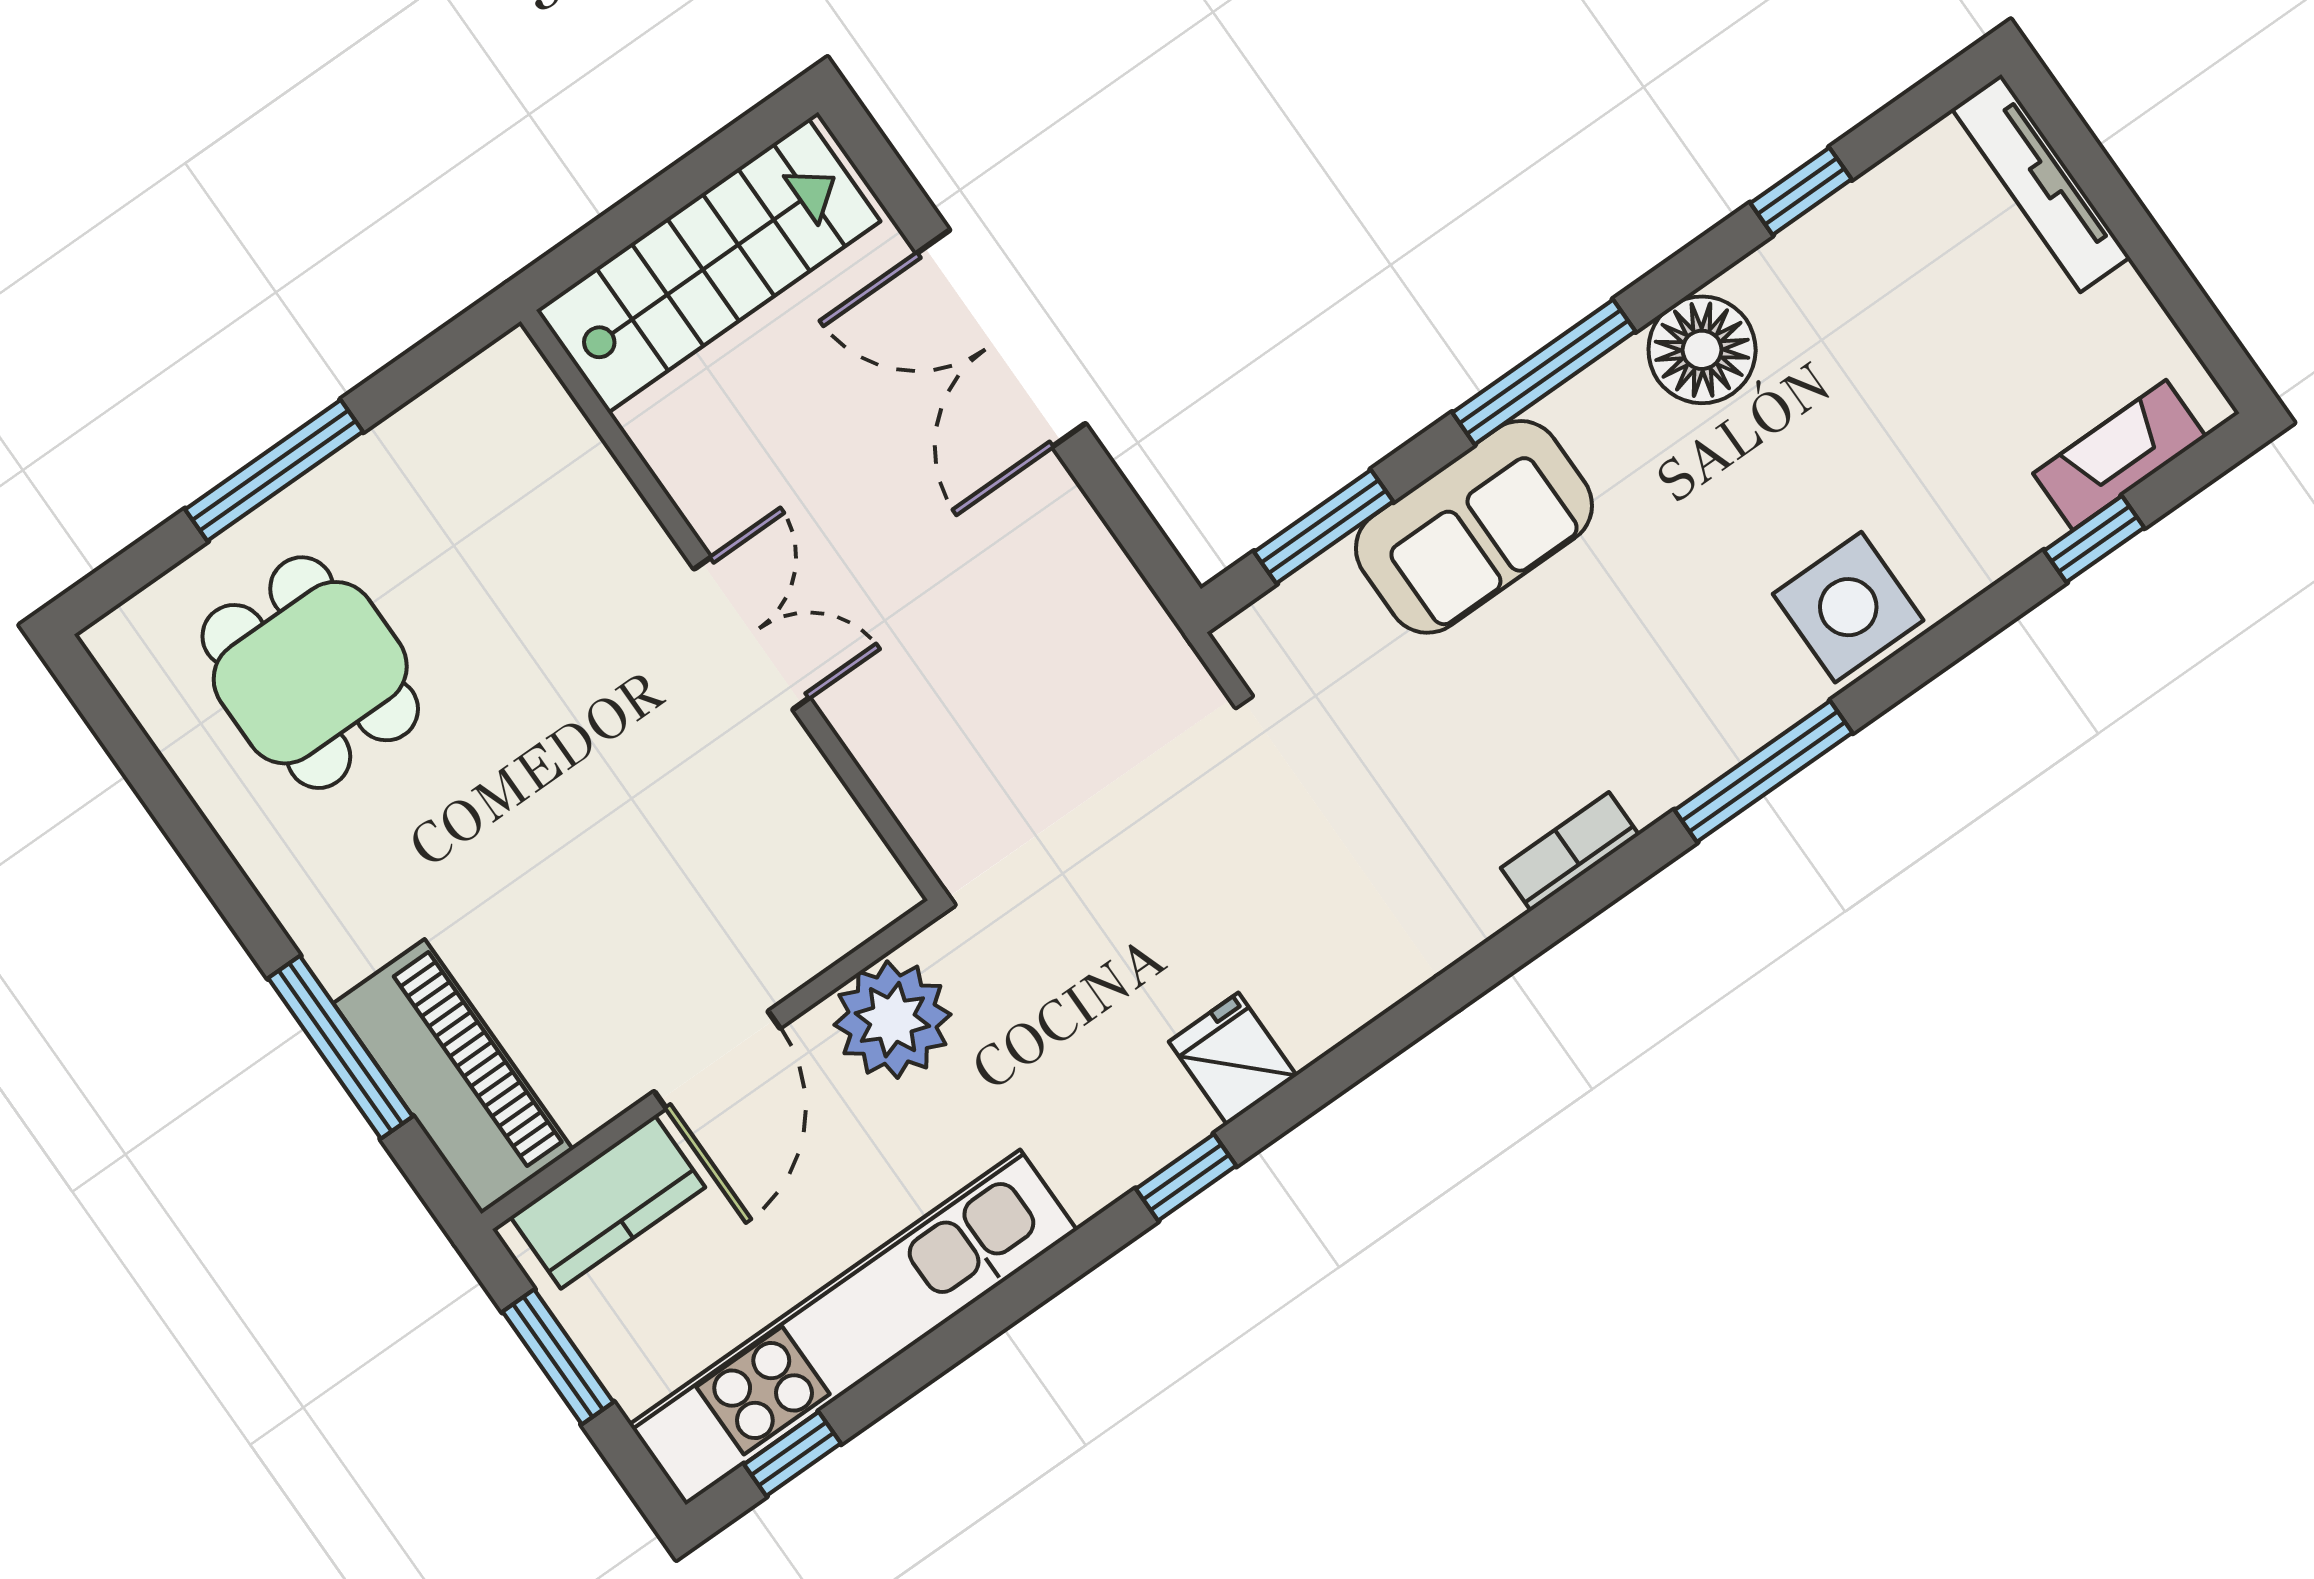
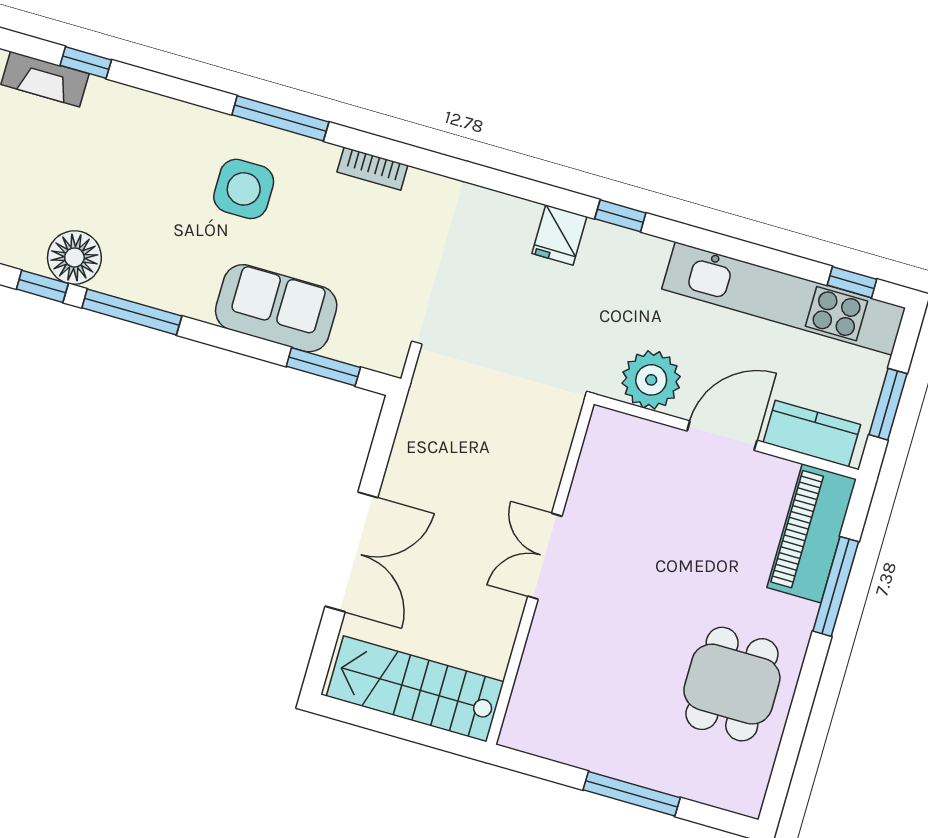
floor lamp: (1702, 350) -> (74, 257), moved
window: (1544, 372) -> (132, 312), moved
side table: (1848, 607) -> (244, 189), moved
dining table: (310, 673) -> (732, 684), moved

